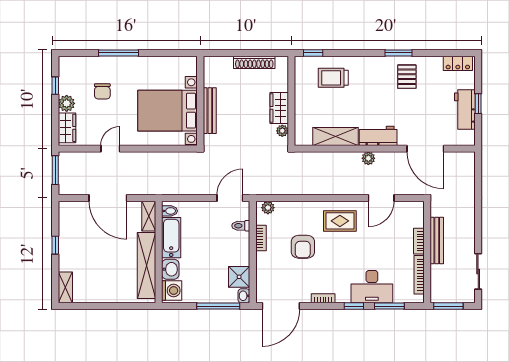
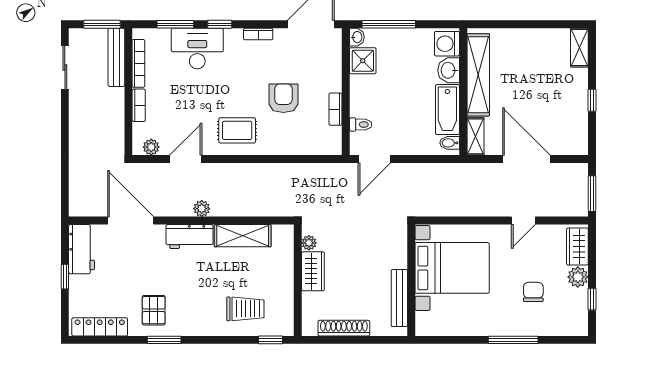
locker: (458, 63) -> (100, 327), width x1.53
workbench: (465, 110) -> (81, 249), moved
bench: (210, 111) -> (399, 298), moved
plant: (268, 208) -> (151, 147), moved
bench: (437, 240) -> (116, 57), moved

